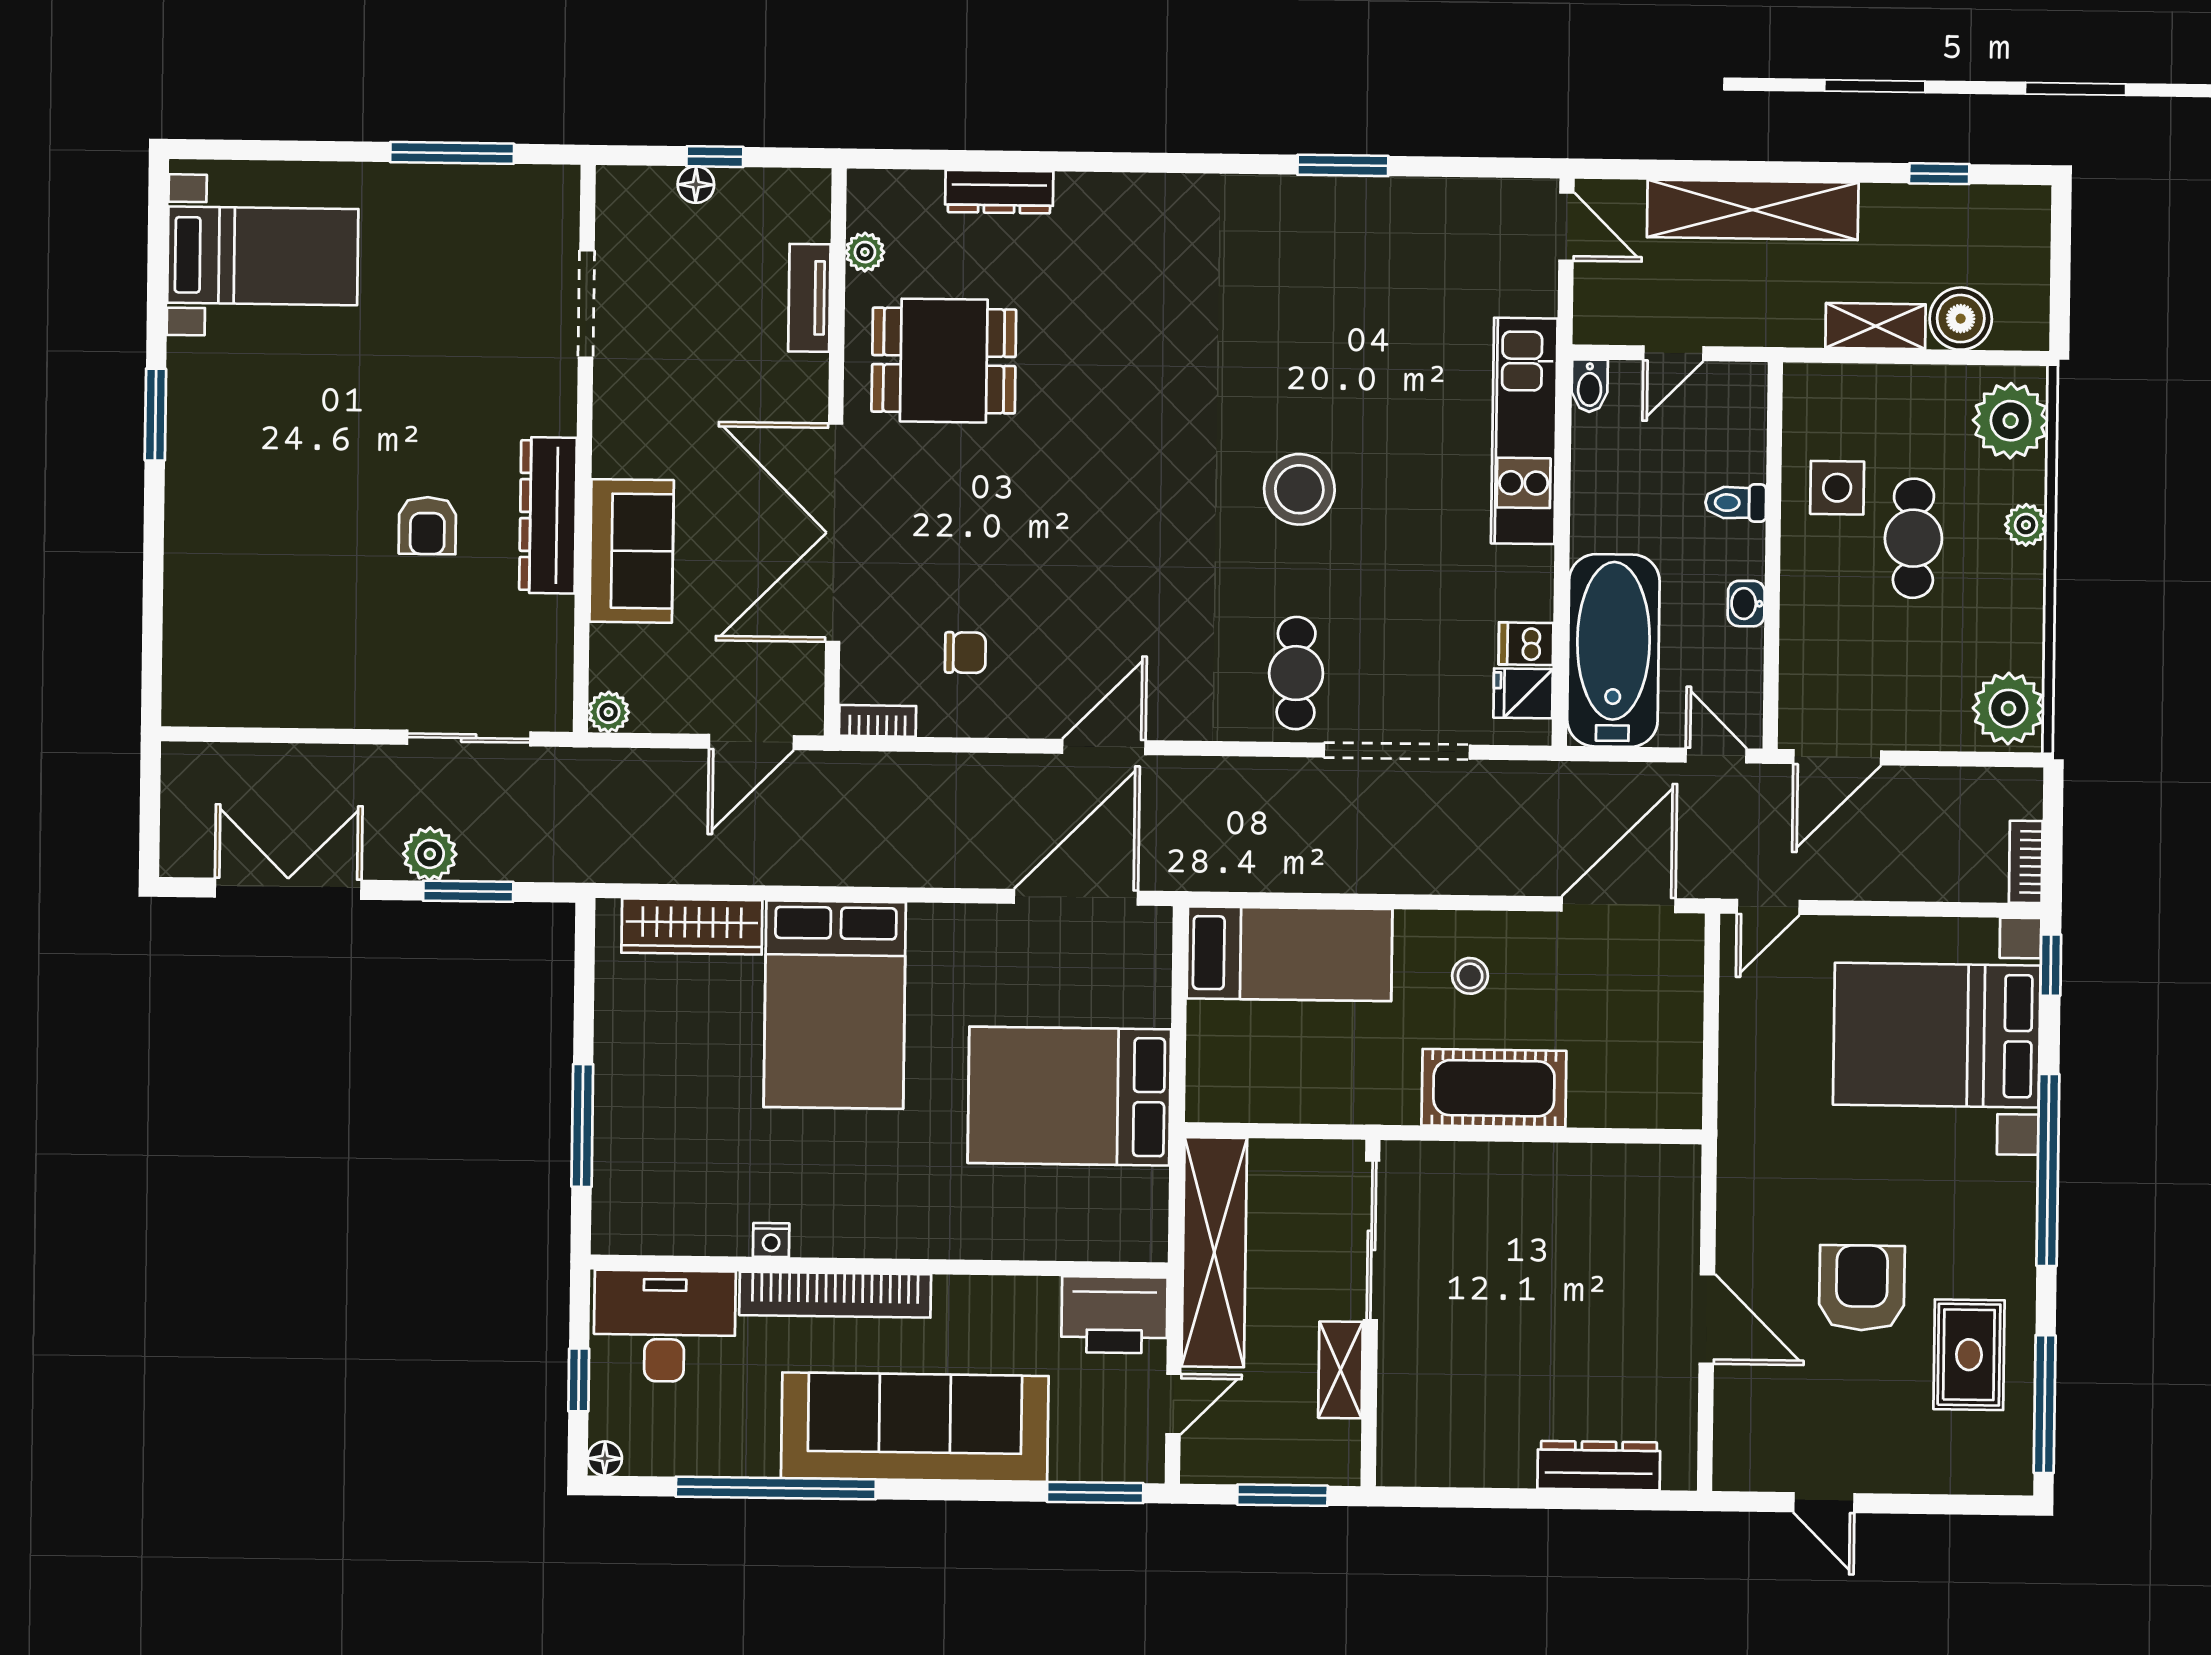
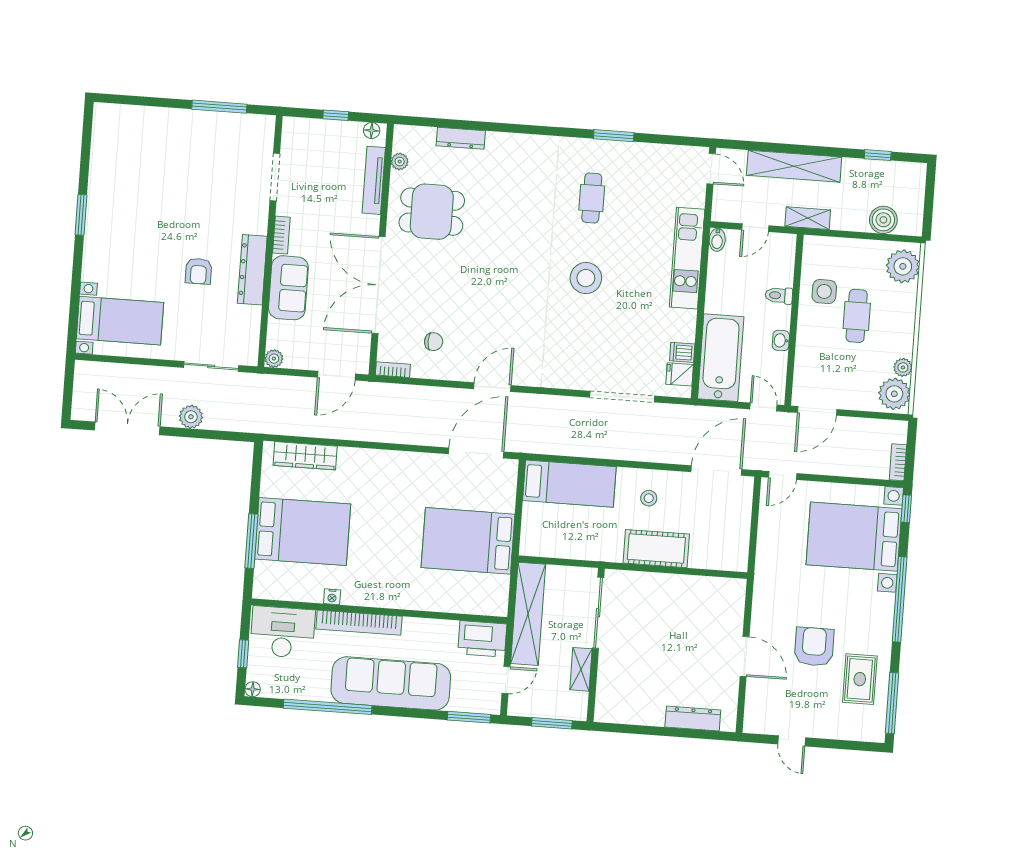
floor lamp: (696, 185) -> (372, 130), moved
bed with nightstands: (263, 256) -> (120, 321), moved
tv unit: (809, 298) -> (374, 180), width x1.41
shelving: (1876, 326) -> (808, 218), moved
bookcase: (609, 433) -> (281, 235), added
plant: (2026, 525) -> (903, 367), moved
cafe table: (1296, 673) -> (592, 198), moved
window: (468, 891) -> (207, 434), removed
bed: (835, 1005) -> (303, 532), moved, turned -90

